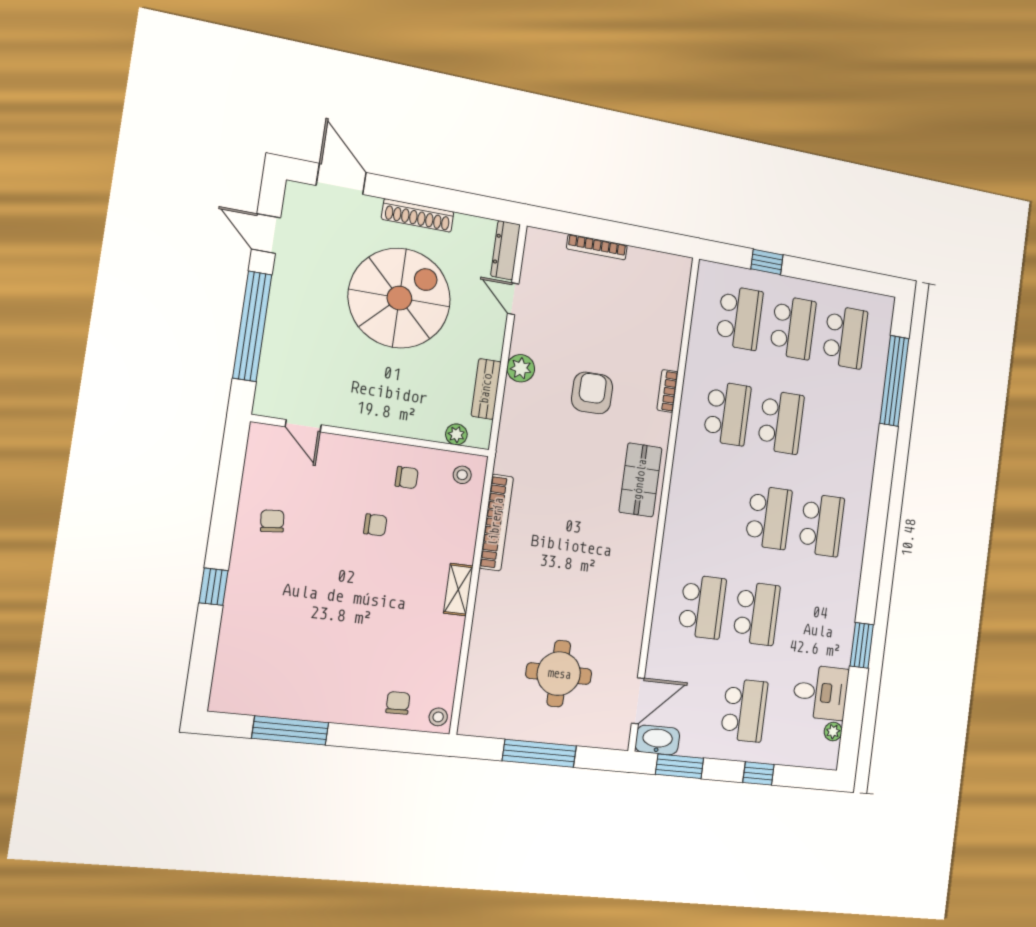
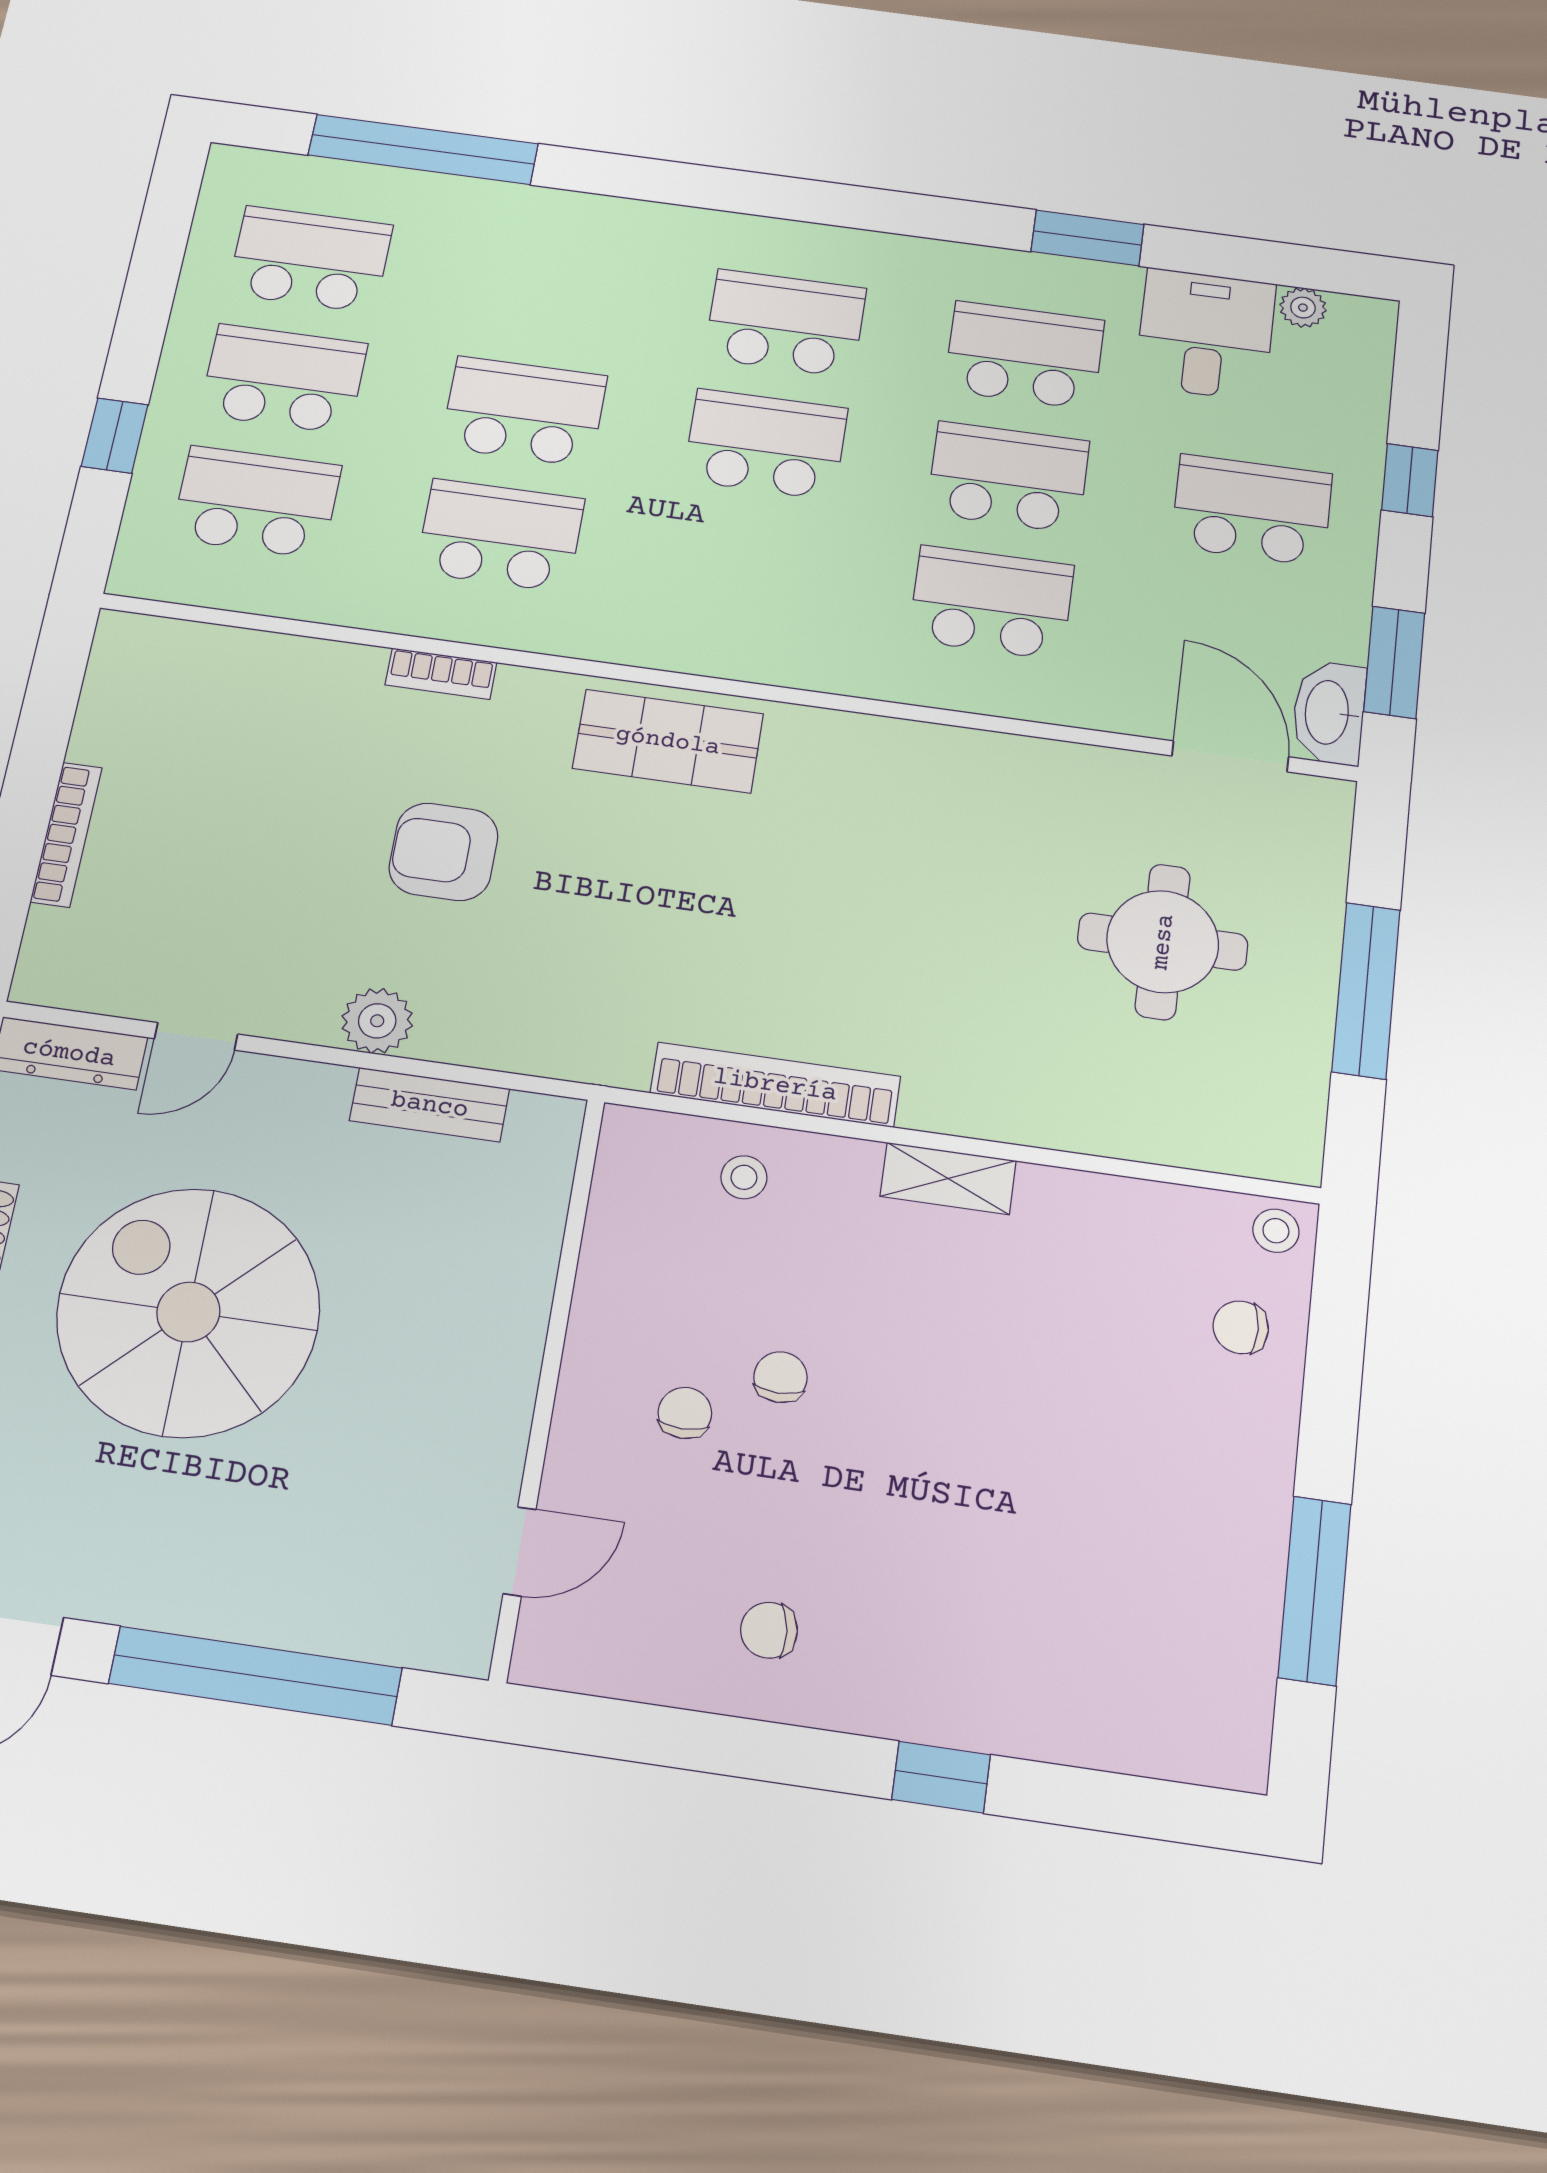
plant: (456, 434) -> (547, 1178), removed
stool: (462, 475) -> (744, 1177), moved
chair: (407, 478) -> (685, 1413), moved
school desk: (810, 620) -> (1024, 355), added

